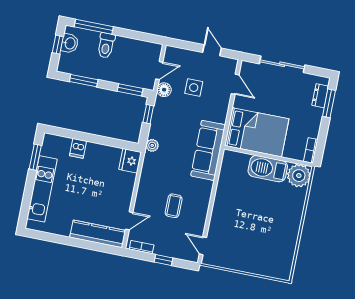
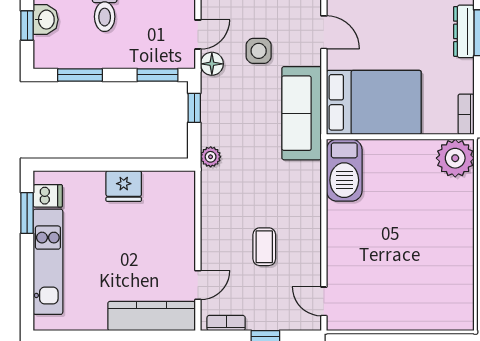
dresser: (320, 96) -> (464, 31), width x1.44
dishwasher: (78, 148) -> (48, 196), moved, turned -90
sofa: (208, 150) -> (302, 113), moved
fridge: (130, 161) -> (124, 186), moved, turned -90
barbecue: (268, 169) -> (344, 170), moved, turned -90

